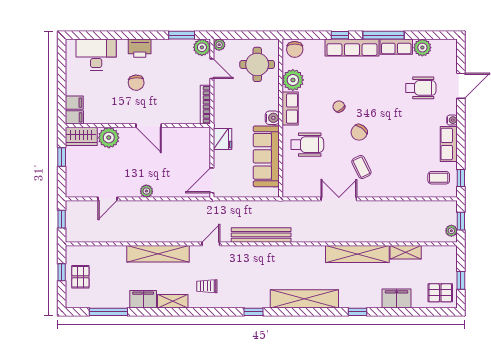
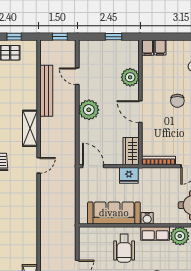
chair: (136, 83) -> (177, 101), turned -87
door: (149, 126) -> (140, 112), hinge flipped
wardrobe: (81, 136) -> (131, 151), moved
plant: (146, 191) -> (89, 110), width x1.88, depth x1.88
bench: (261, 235) -> (46, 91), moved
door: (211, 244) -> (39, 165), hinge flipped
shelving: (158, 254) -> (30, 128), width x0.68

